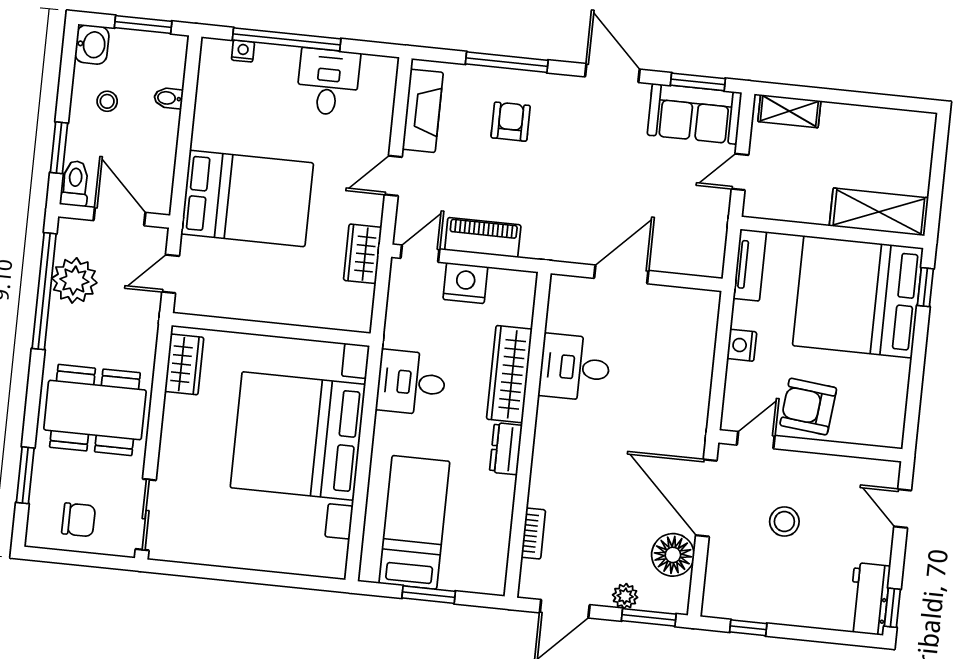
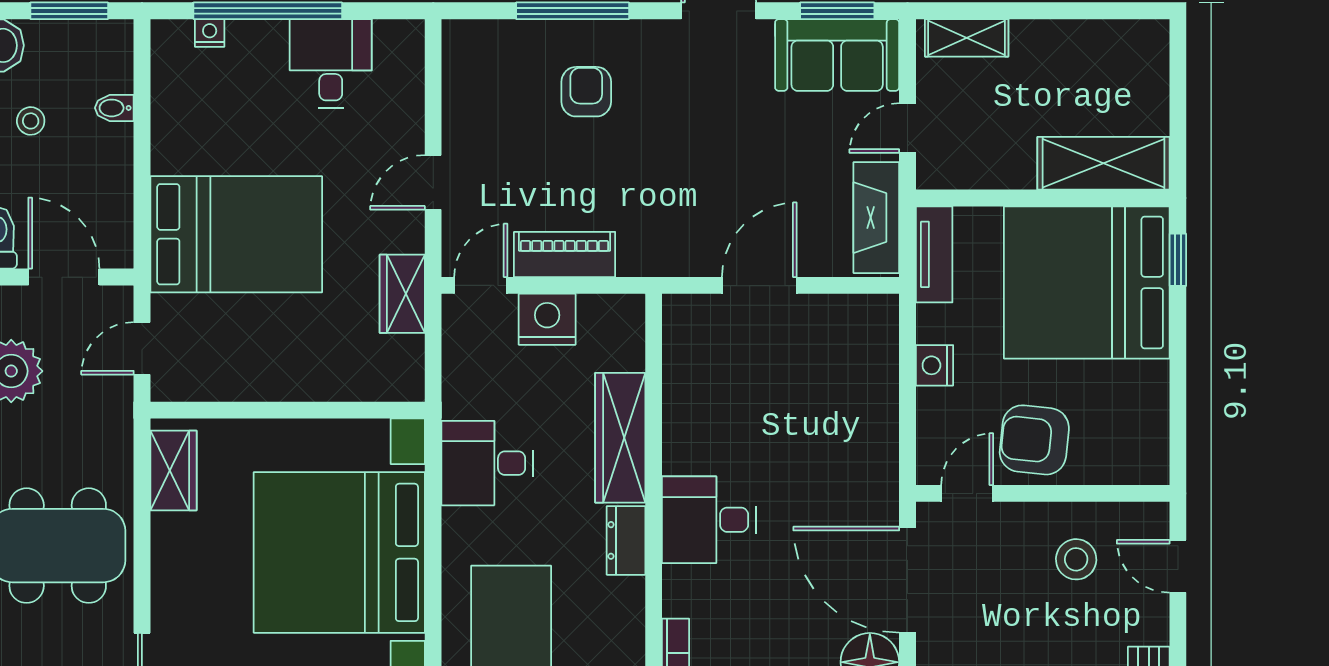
fireplace: (423, 111) -> (876, 218), moved, turned 180
desk: (575, 367) -> (709, 520), moved
stool: (784, 521) -> (1076, 559), moved

